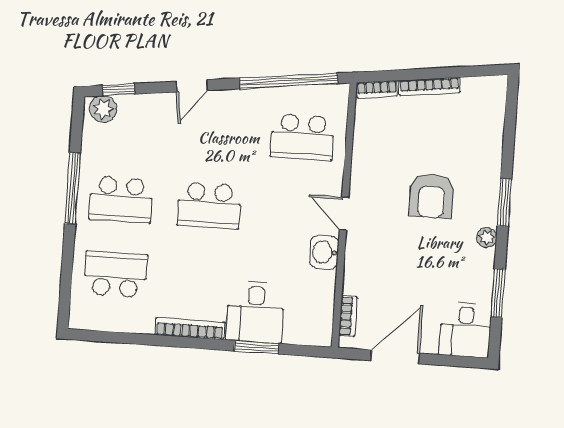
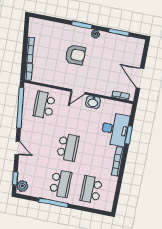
school desk: (302, 137) -> (44, 105), turned 180
desk: (255, 312) -> (115, 129), width x1.37
desk: (466, 330) -> (132, 48), removed

